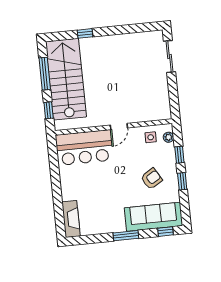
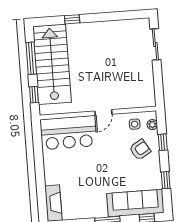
armchair: (151, 179) -> (140, 150), moved
window: (182, 181) -> (166, 180), moved

